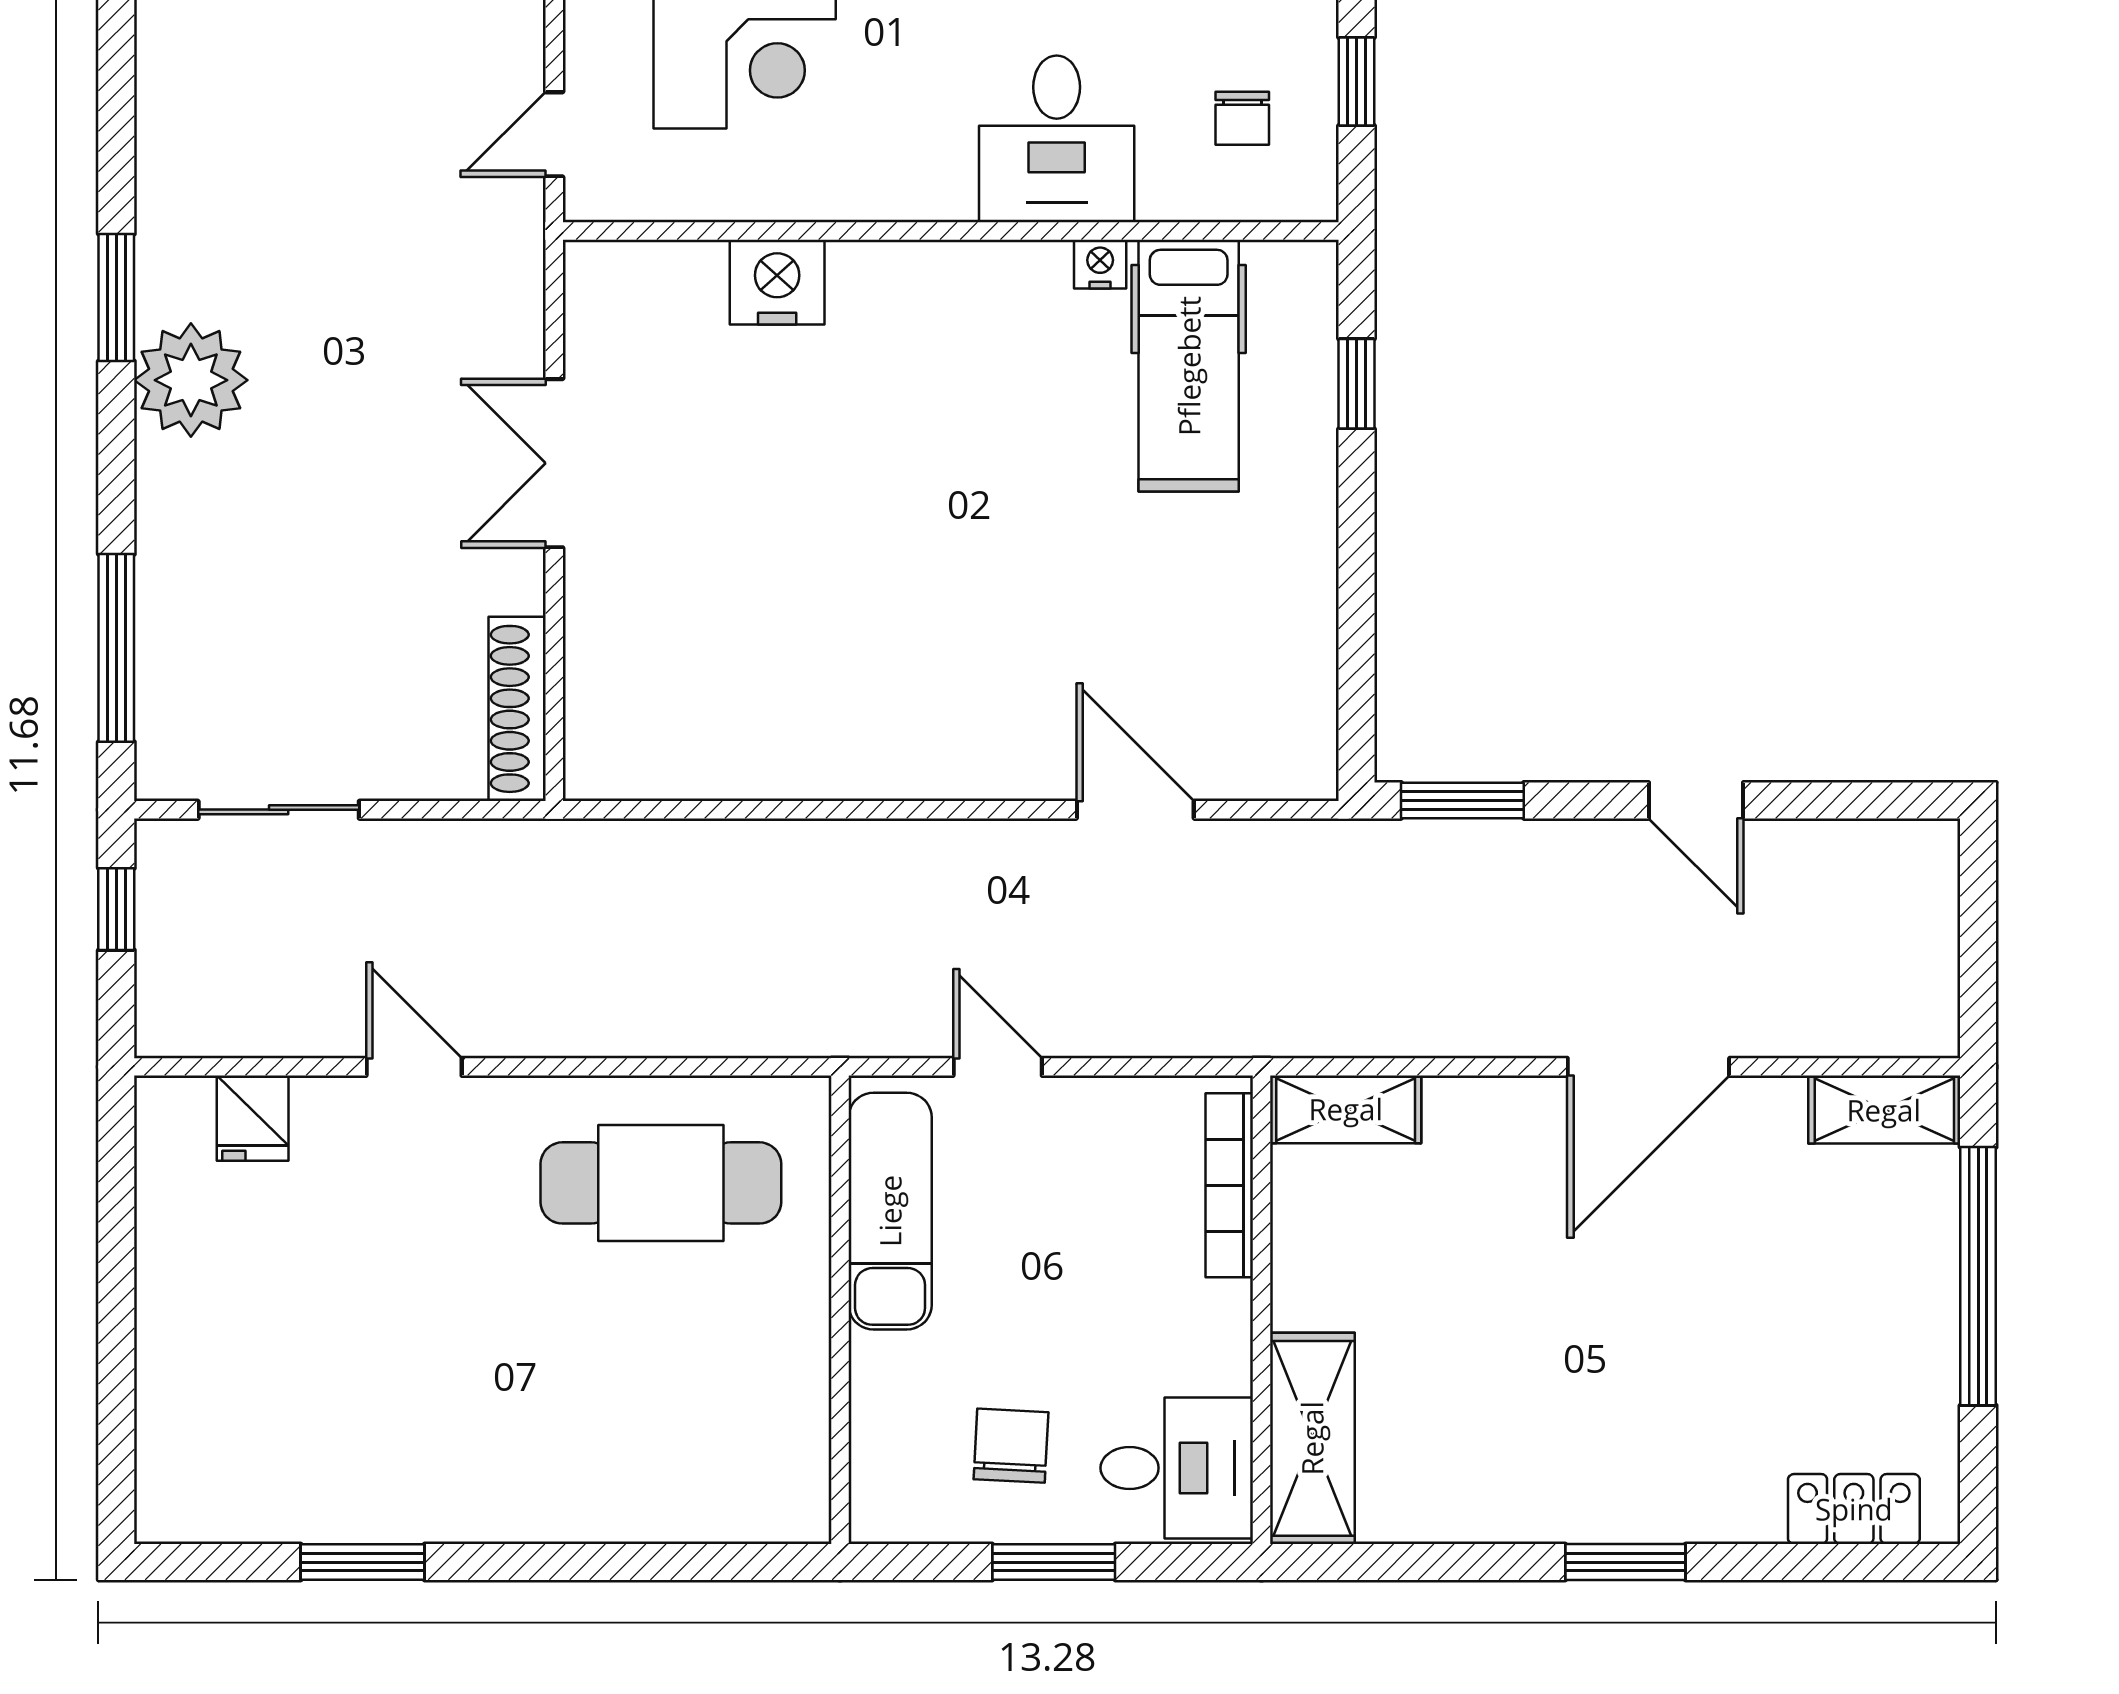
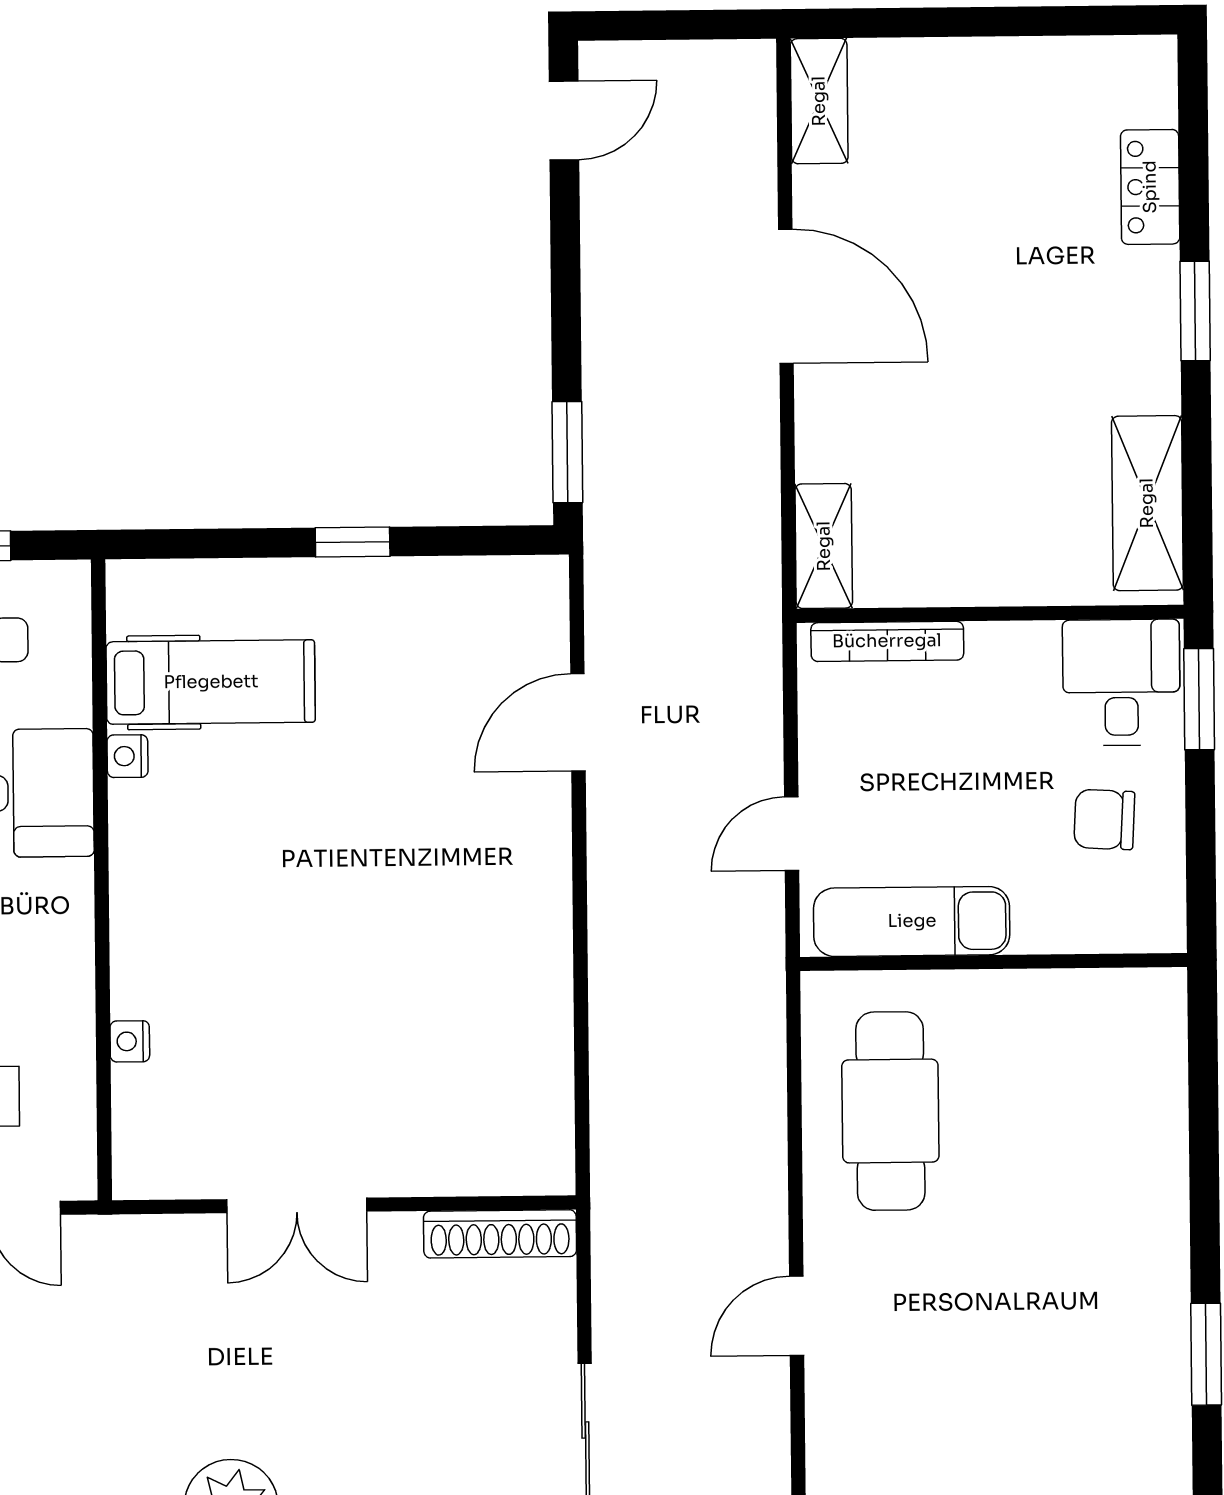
nightstand: (777, 282) -> (130, 1041), width x0.53, depth x0.56
window: (1356, 384) -> (353, 542), moved
door: (1696, 800) -> (564, 120), moved
fridge: (253, 1118) -> (840, 1449), removed
window: (1978, 1276) -> (956, 22), removed
shelving: (1312, 1438) -> (1147, 503), moved, turned 90
locker: (1854, 1509) -> (1150, 187), moved
window: (1054, 1562) -> (1199, 699), moved

